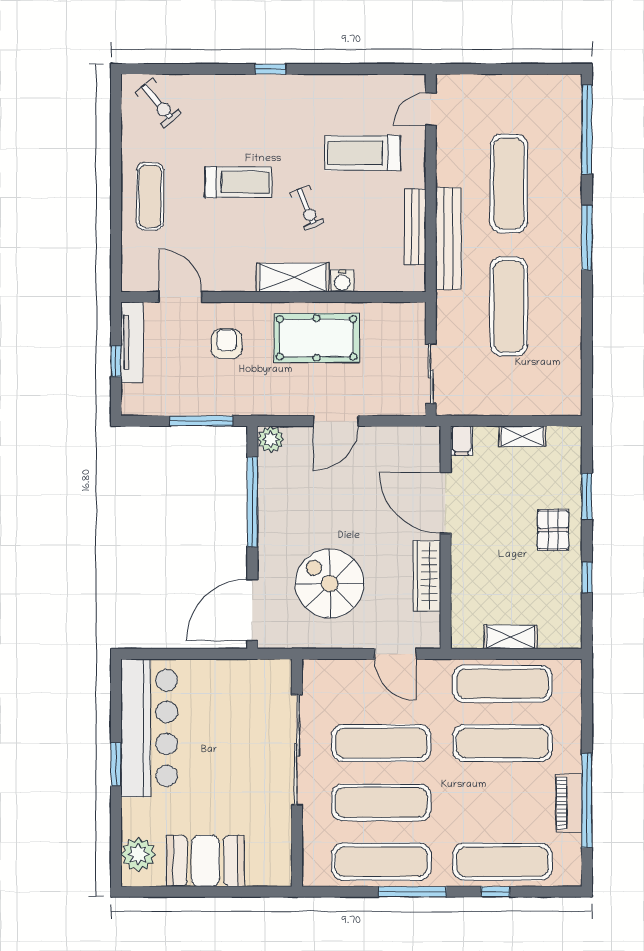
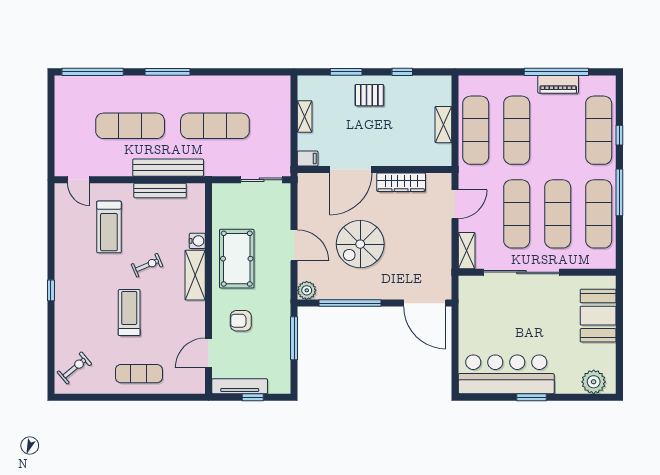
spiral stairs: (330, 584) -> (360, 244), moved
shelving: (328, 671) -> (467, 251), added
booth: (205, 861) -> (598, 316), moved

